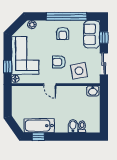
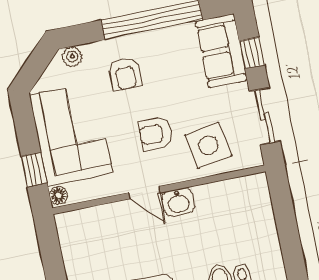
armchair: (63, 34) -> (125, 74), moved
washbasin: (93, 91) -> (178, 202), moved

